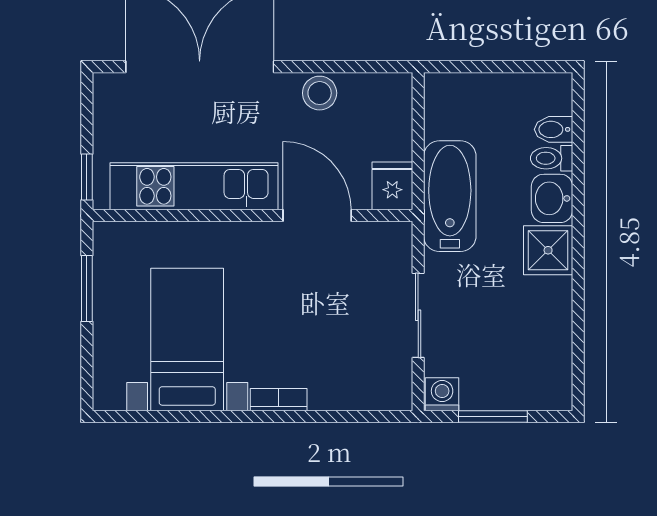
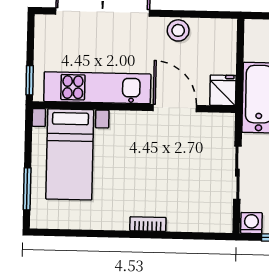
window: (87, 288) -> (27, 189), moved
bed with nightstands: (187, 340) -> (70, 154), moved, turned 180

